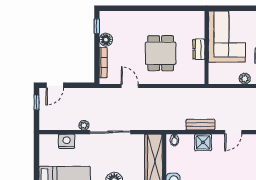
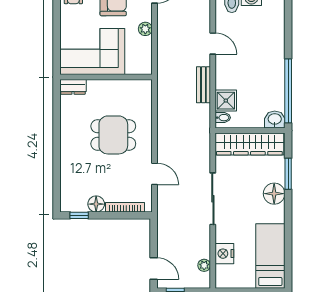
dresser: (199, 49) -> (73, 87), moved
door: (130, 86) -> (155, 174), swing flipped
plant: (84, 125) -> (204, 265), moved
shower: (203, 142) -> (226, 101), moved

